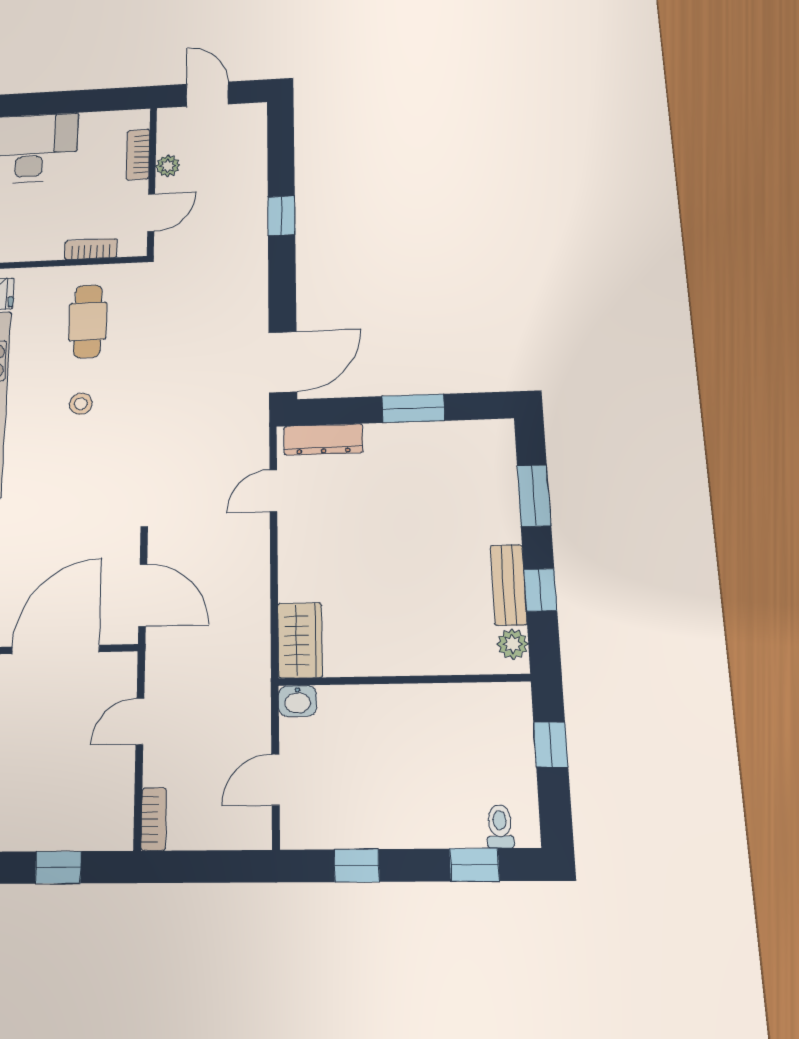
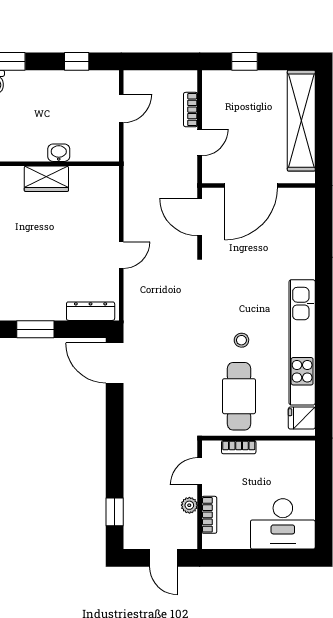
window: (281, 216) -> (115, 512), moved
cafe table: (88, 321) -> (239, 396), width x1.37, depth x1.35
door: (283, 362) -> (115, 363), hinge flipped
door: (273, 491) -> (121, 255), moved
wardrobe: (300, 640) -> (46, 179), moved, turned -90
washbasin: (298, 701) -> (59, 153), moved
bookcase: (154, 819) -> (191, 110), moved

